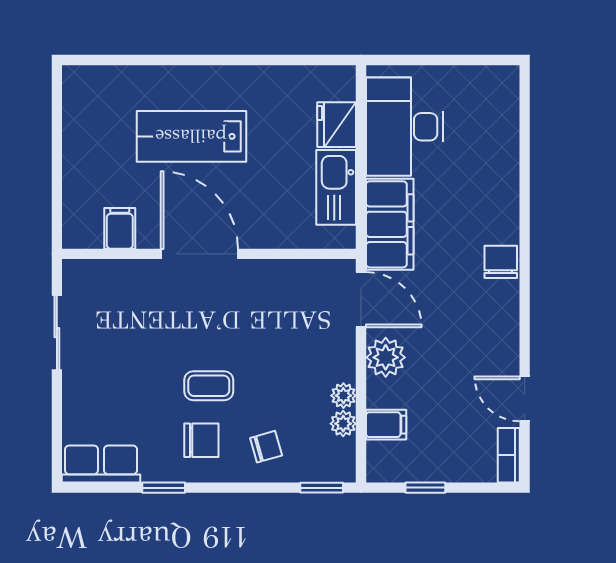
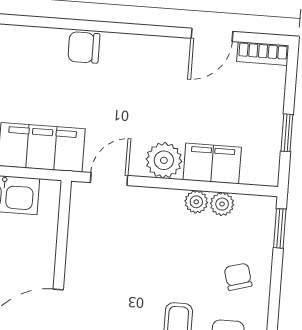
door: (361, 300) -> (109, 179), width x0.73
filing cabinet: (386, 425) -> (212, 164), width x2.00

